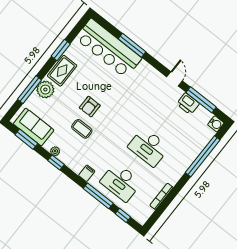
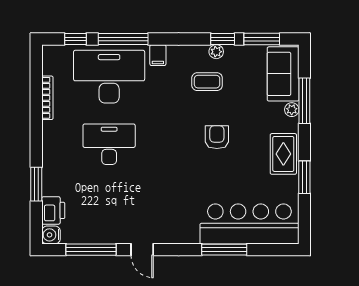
plant: (45, 90) -> (292, 110), width x0.53, depth x0.53
printer: (188, 104) -> (53, 210), moved, turned 90
sofa: (34, 127) -> (283, 74), moved, turned 90
coffee table: (82, 129) -> (207, 82), moved
window: (203, 156) -> (36, 184), width x0.47
window: (56, 163) -> (223, 39), moved
desk: (121, 182) -> (109, 77), width x1.36, depth x1.30

